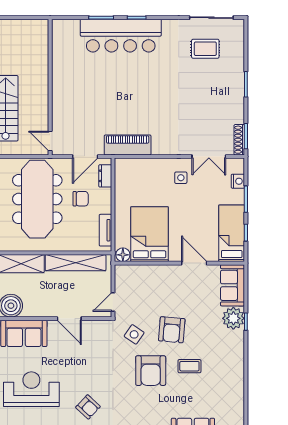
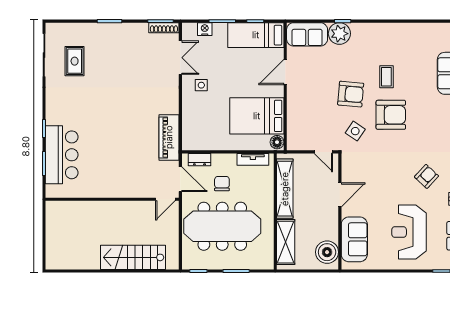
bar counter: (121, 36) -> (62, 155), width x0.73
wall: (50, 87) -> (112, 199), moved
door: (50, 141) -> (165, 199), moved

